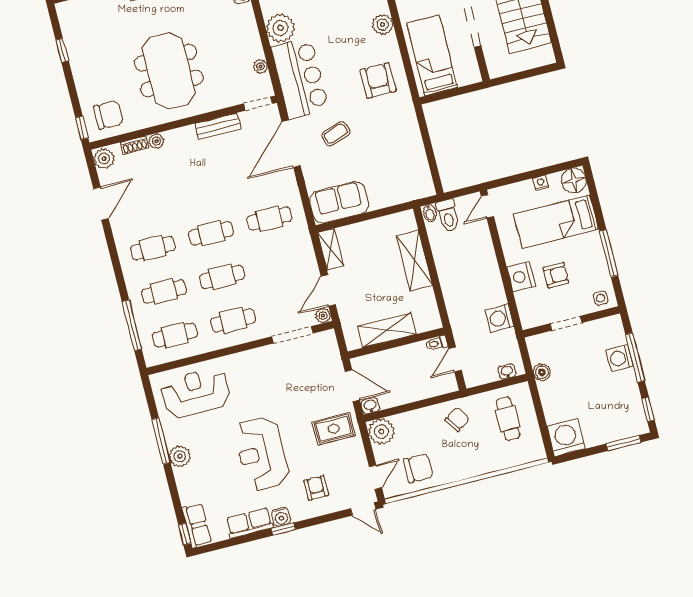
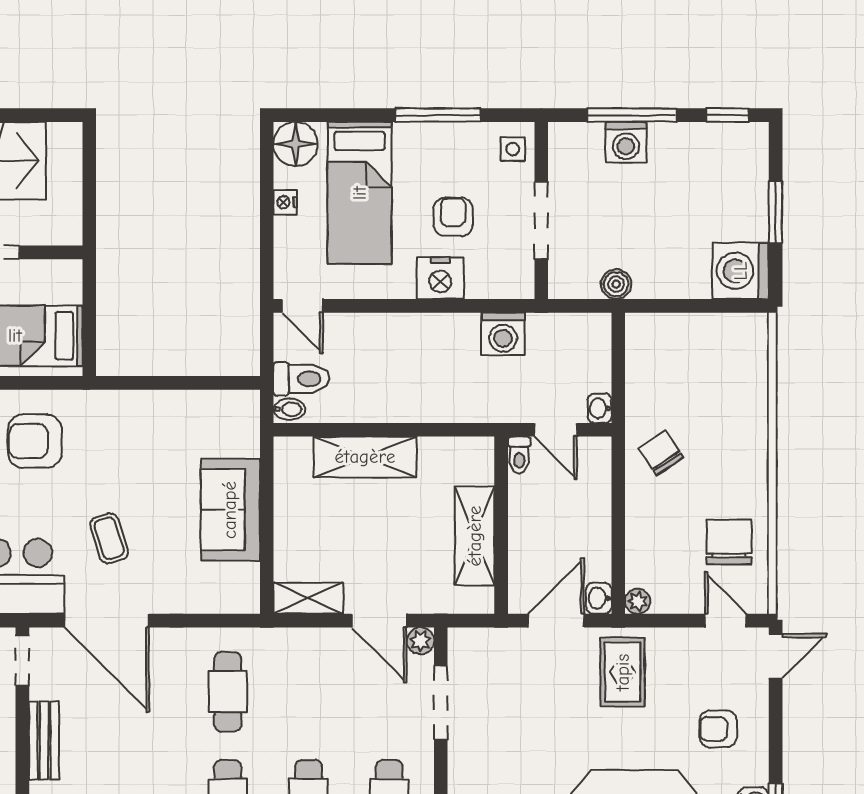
sofa: (339, 202) -> (230, 510), moved
doorway: (566, 323) -> (541, 220), width x1.38
washbasin: (507, 372) -> (600, 408), moved
cafe table: (508, 419) -> (682, 364), removed
plant: (381, 431) -> (638, 601), width x0.53, depth x0.53
window: (623, 443) -> (776, 212), moved

